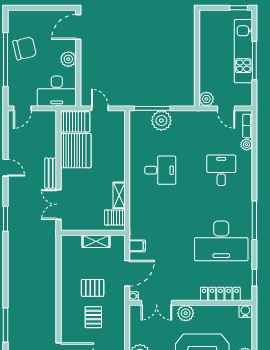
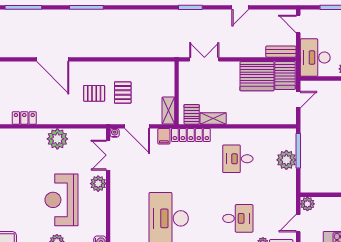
desk: (160, 170) -> (238, 159), turned 90
bench: (51, 173) -> (281, 52), moved
shelving: (96, 241) -> (168, 111), moved
locker: (220, 294) -> (191, 135), moved, turned 90

